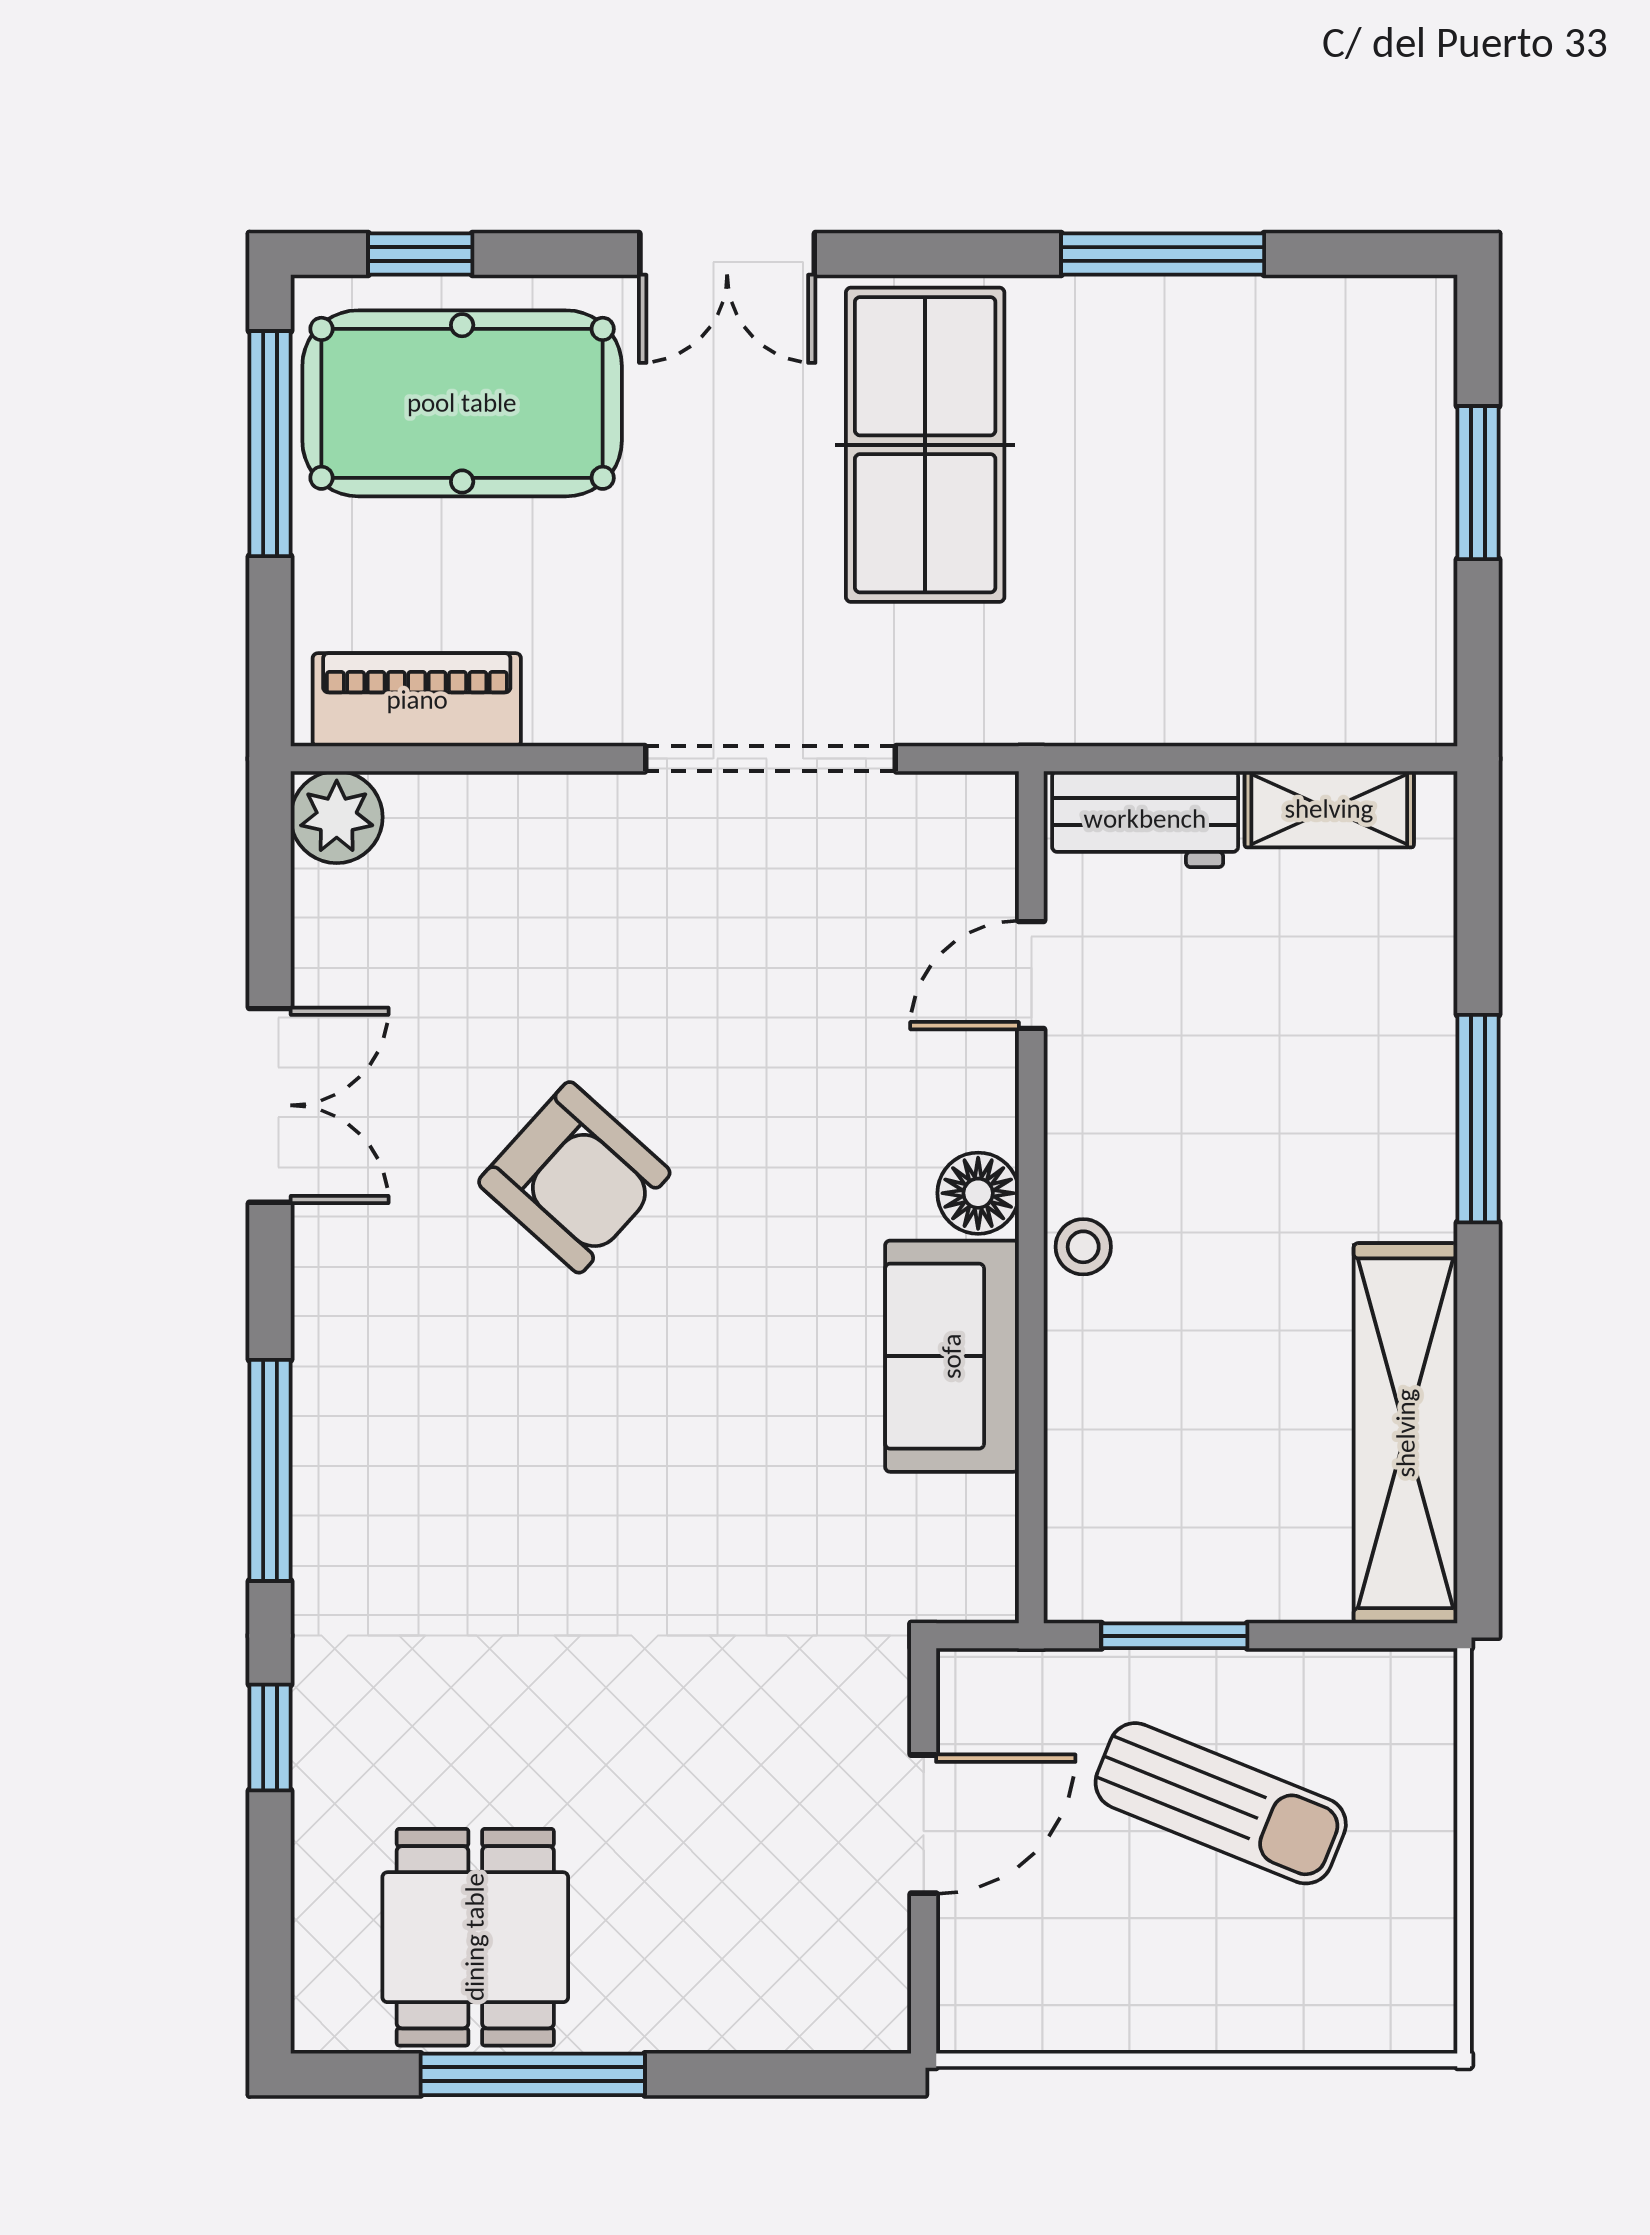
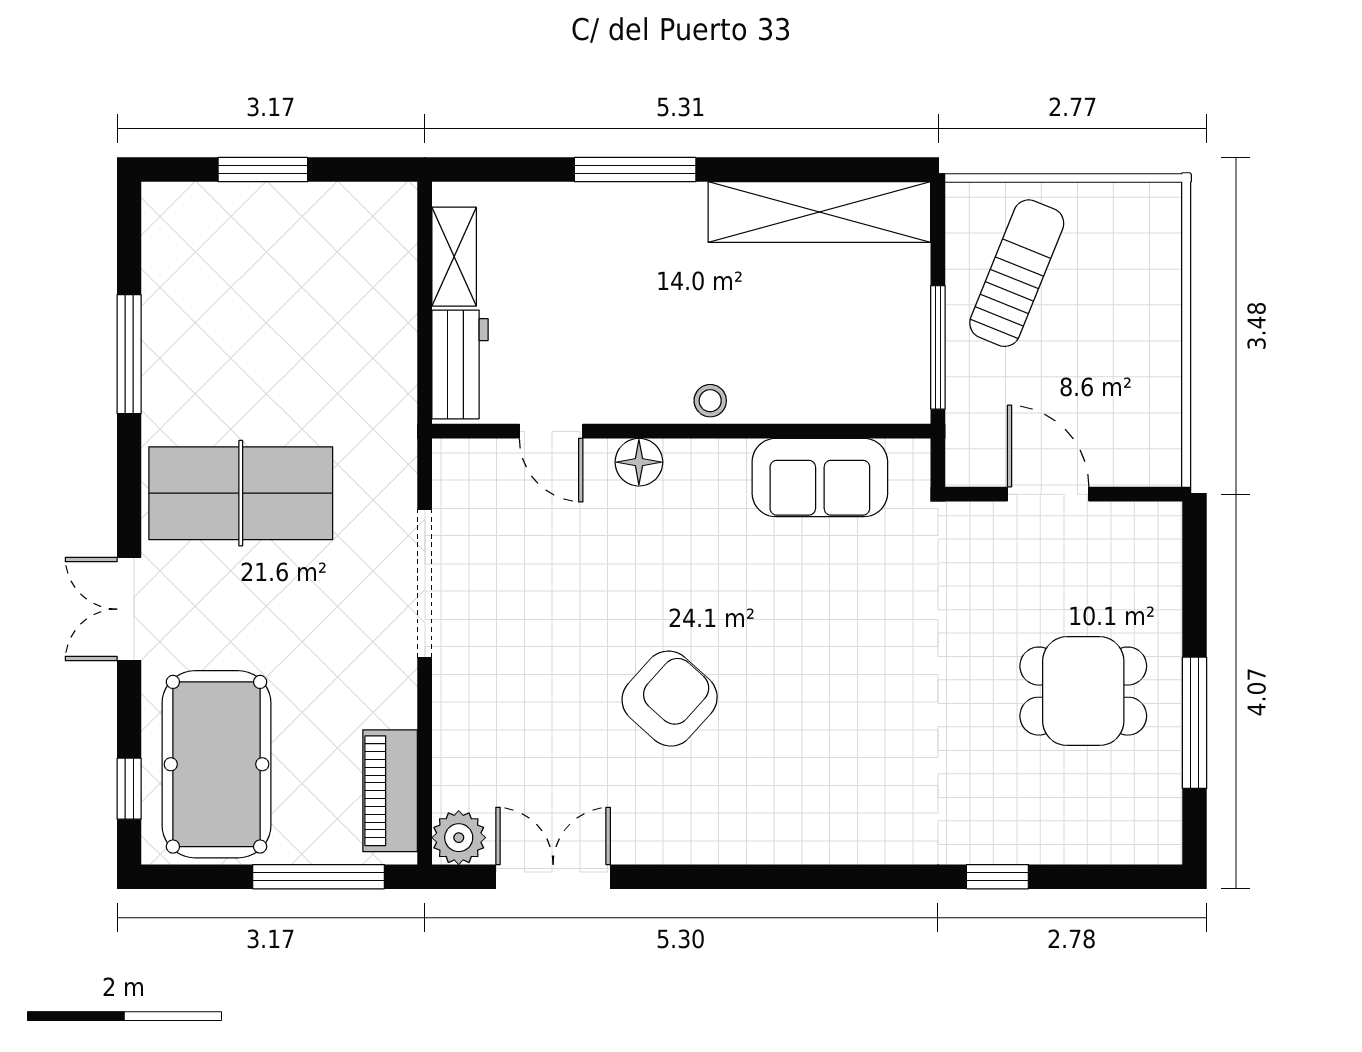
double door: (727, 254) -> (129, 609), swing flipped
window: (270, 444) -> (319, 877), moved
double door: (270, 1105) -> (553, 877), moved
floor lamp: (978, 1193) -> (639, 462), moved
sofa: (952, 1356) -> (820, 478), moved
window: (270, 1470) -> (841, 877), removed
window: (1174, 1636) -> (938, 347), width x1.44
sun lounger: (1221, 1803) -> (1017, 273), moved
dining table: (475, 1937) -> (1083, 691), moved

